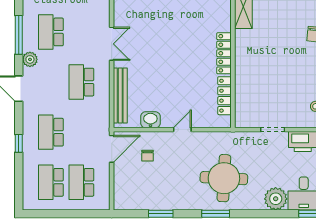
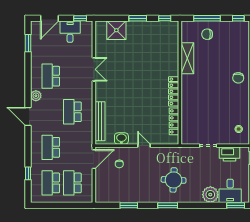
window: (19, 35) -> (28, 78), removed
double door: (112, 44) -> (94, 69), moved
door: (182, 130) -> (144, 146), hinge flipped
window: (19, 143) -> (28, 173), moved
round table: (224, 178) -> (174, 180), width x0.73, depth x0.73

